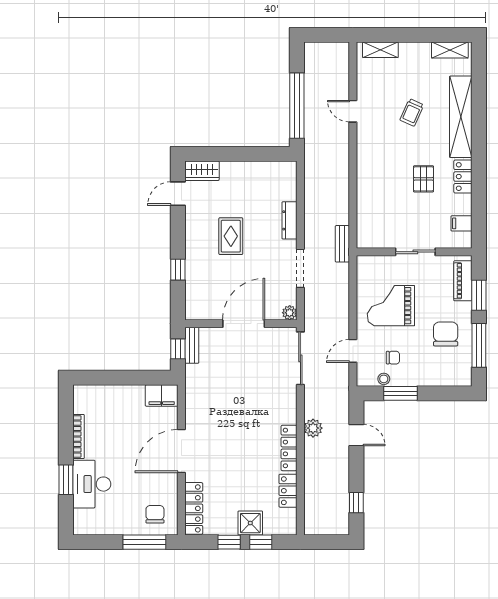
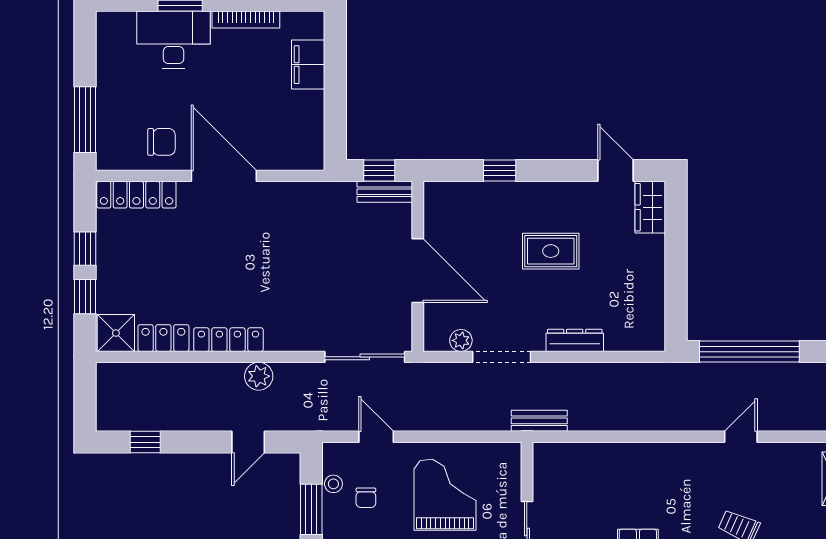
plant: (290, 313) -> (461, 340), moved
filing cabinet: (162, 396) -> (308, 65), moved
chair: (155, 514) -> (161, 142), moved
shower: (250, 523) -> (116, 333), moved

